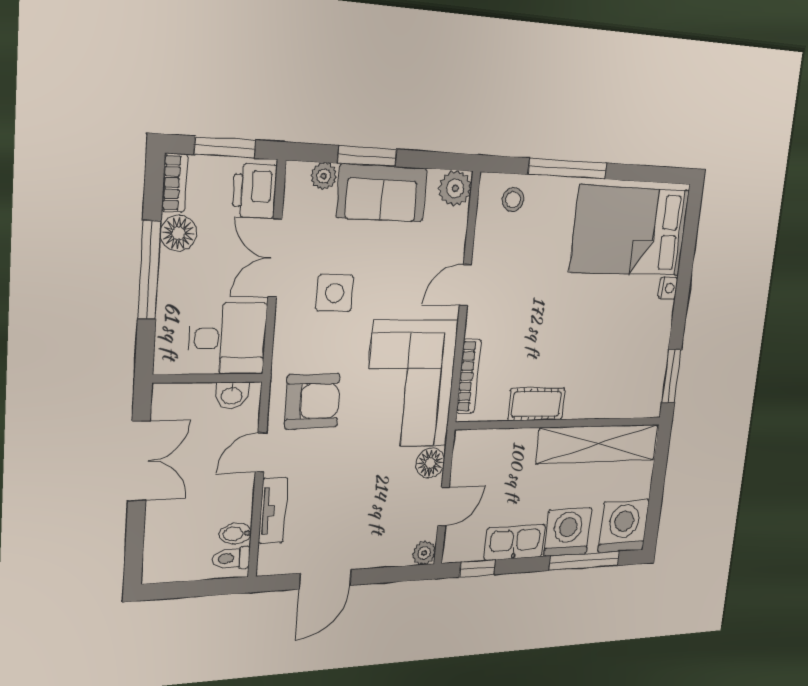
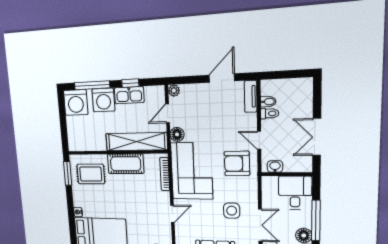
desk: (227, 339) -> (295, 193), moved, turned 90
rug: (624, 375) -> (91, 174), added
cot: (536, 404) -> (126, 164), width x1.37, depth x1.34
shelving: (598, 444) -> (136, 142), moved
door: (261, 452) -> (259, 140), swing flipped
tv unit: (273, 511) -> (251, 96), moved
toilet: (231, 558) -> (270, 113), moved
window: (477, 568) -> (130, 83), moved

